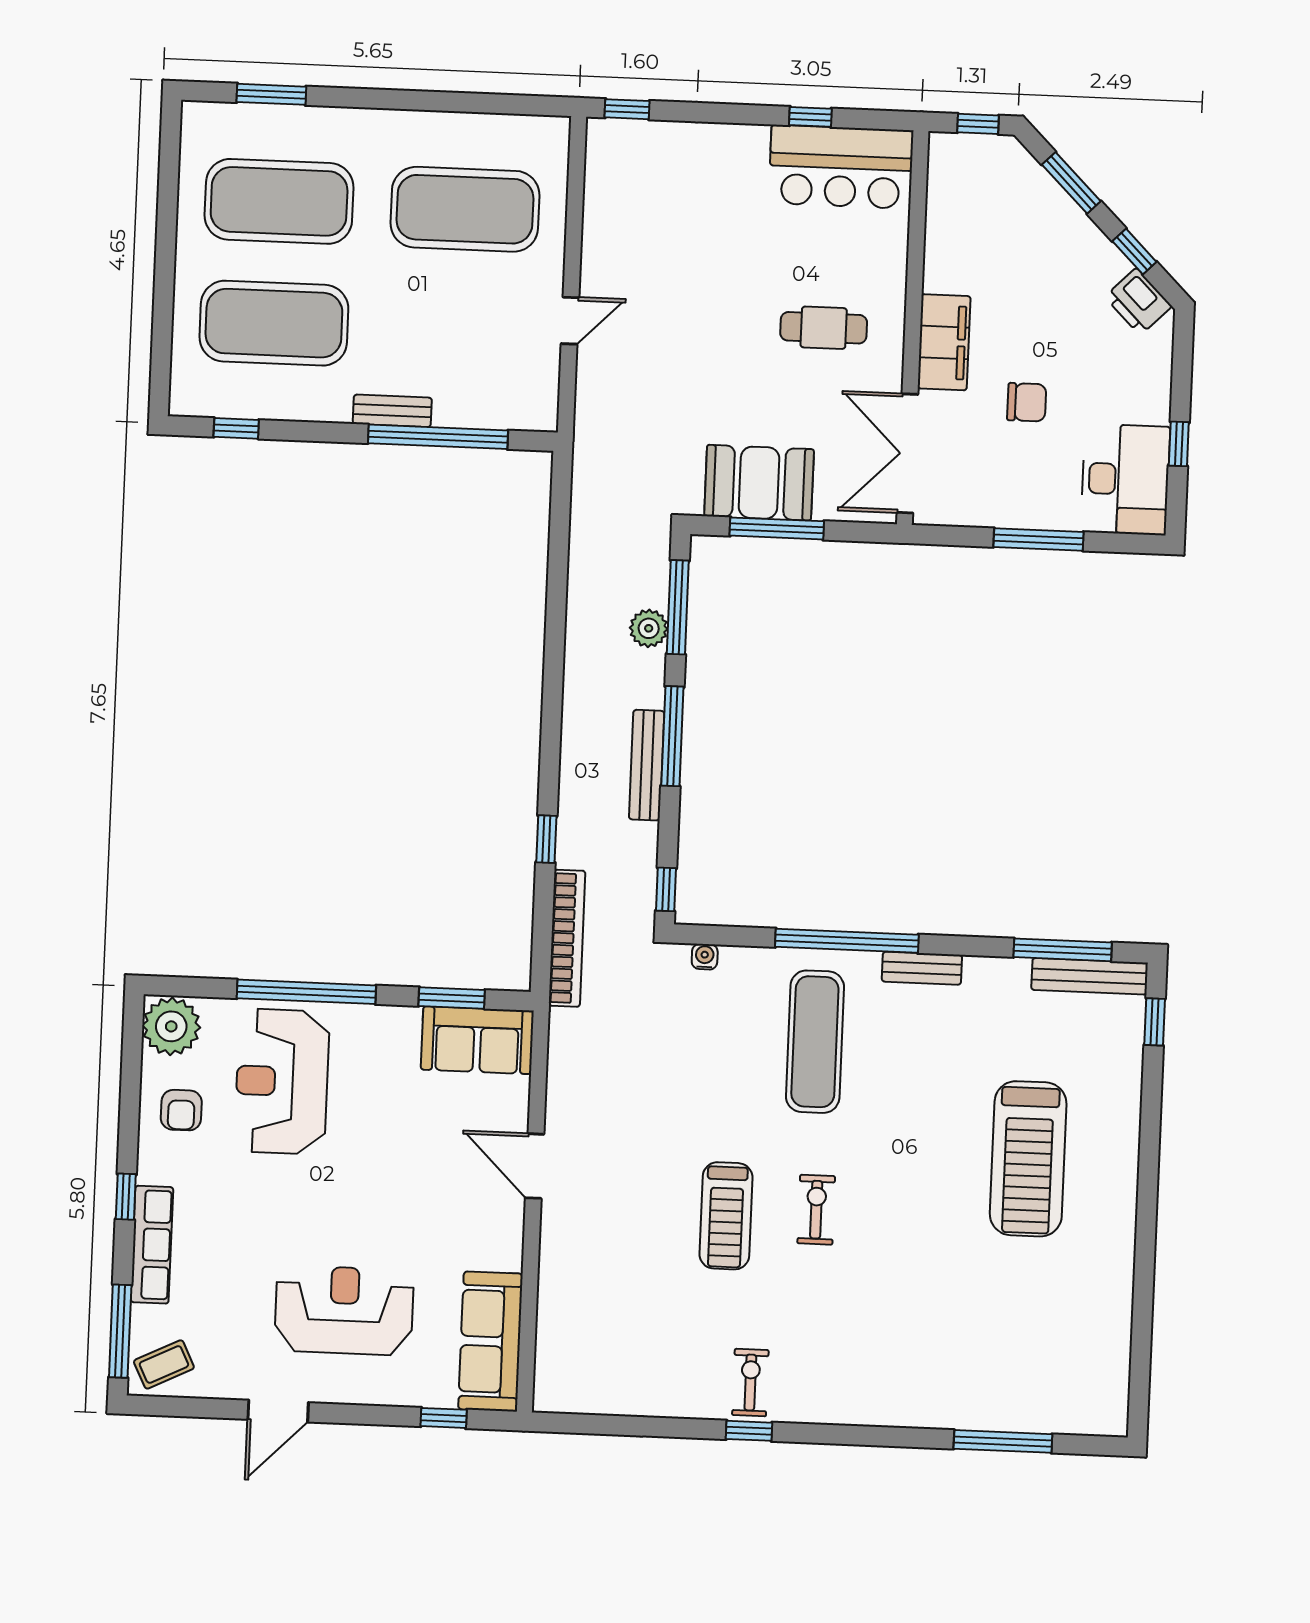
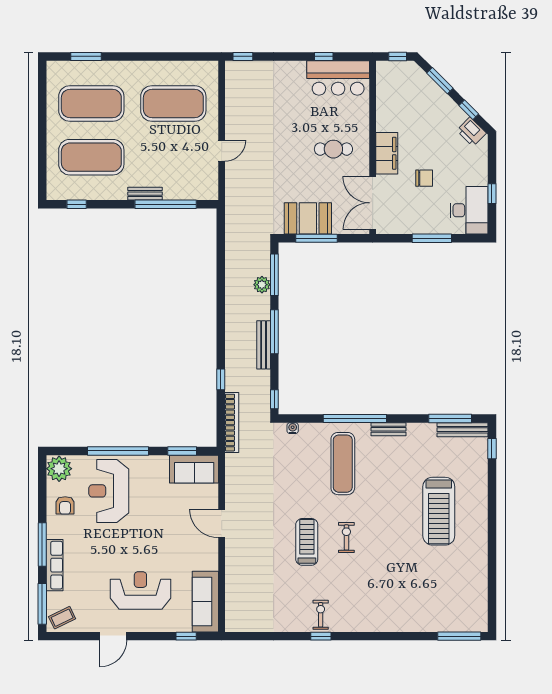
window: (126, 1197) -> (42, 545), width x2.17
treadmill: (726, 1216) -> (307, 542), turned 180
window: (1003, 1441) -> (459, 636), moved

